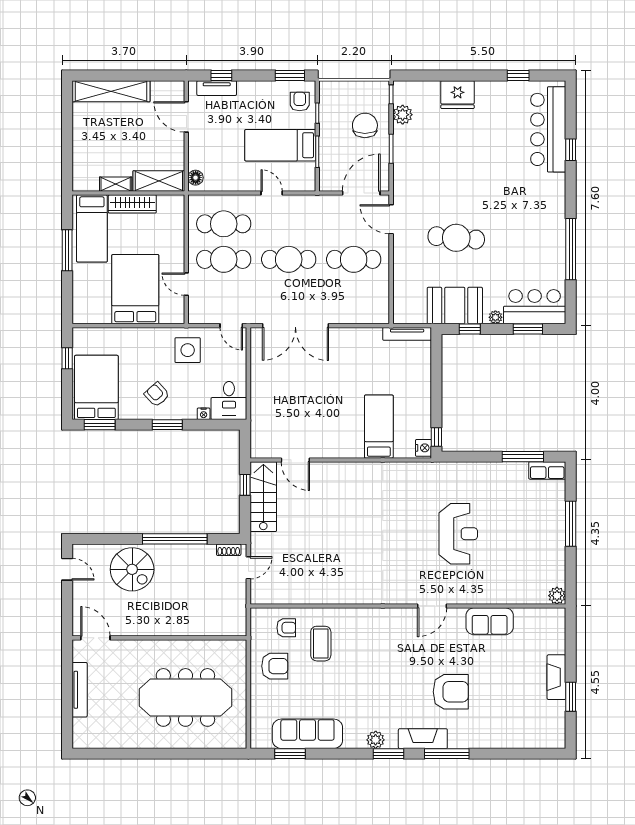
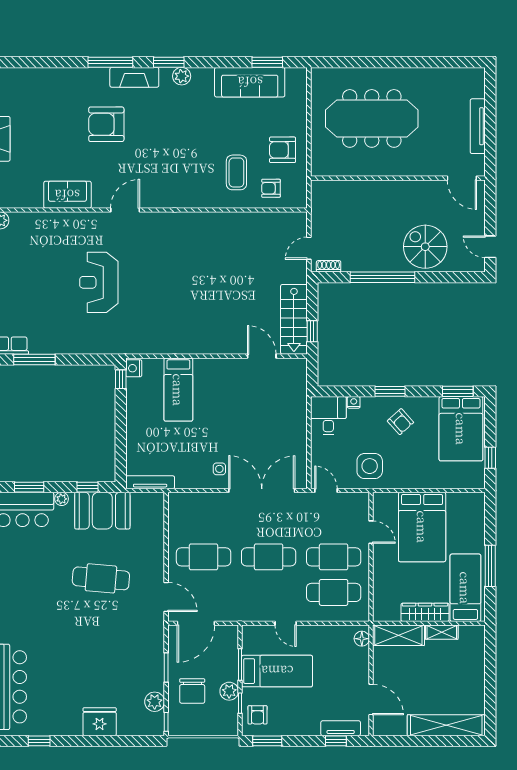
plant: (328, 125) -> (229, 691), added
side table: (338, 347) -> (219, 469), added

